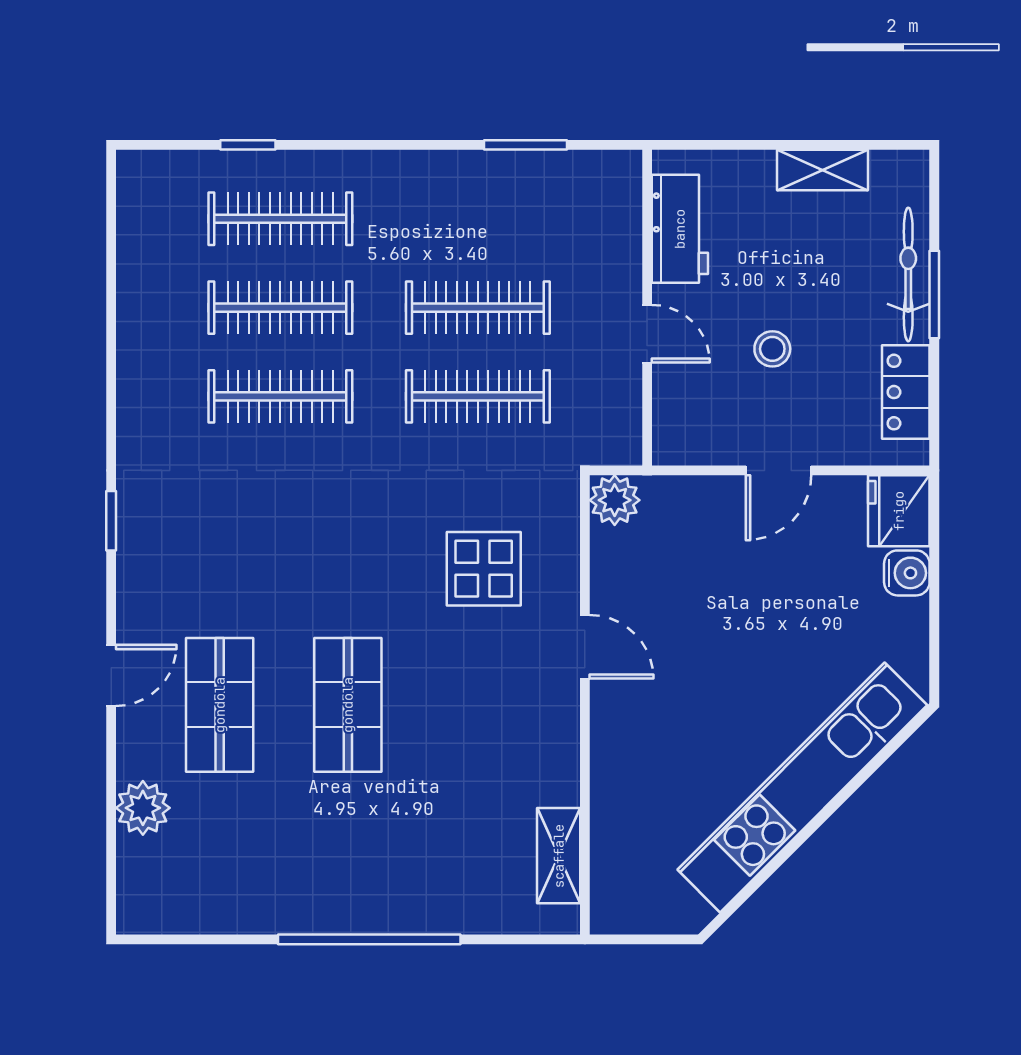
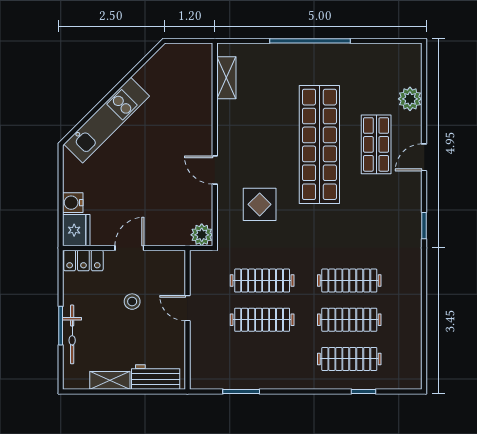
workbench: (680, 229) -> (156, 377), moved, turned 90
locker: (906, 392) -> (83, 260), moved, turned 90
shop shelf: (348, 705) -> (319, 144), width x2.00, depth x1.36
kitchen unit: (802, 787) -> (107, 120), width x0.73

